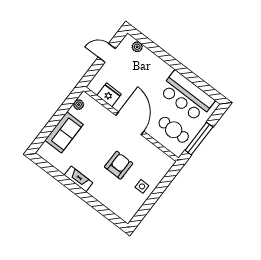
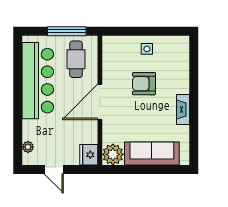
fridge: (109, 95) -> (89, 155), moved
bar counter: (187, 96) -> (38, 81), width x1.36
plant: (79, 105) -> (113, 154), width x1.88, depth x1.88
sofa: (64, 132) -> (152, 153), width x1.36

